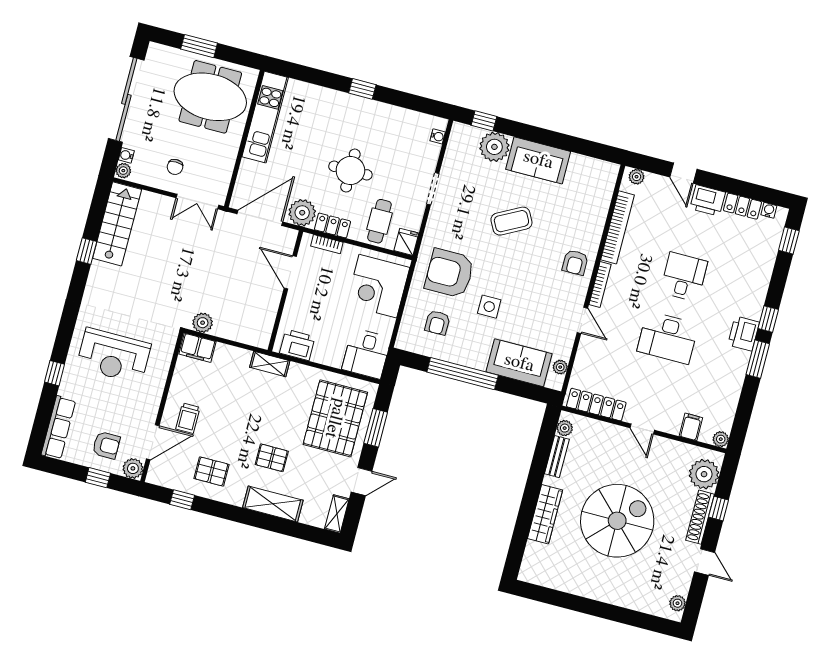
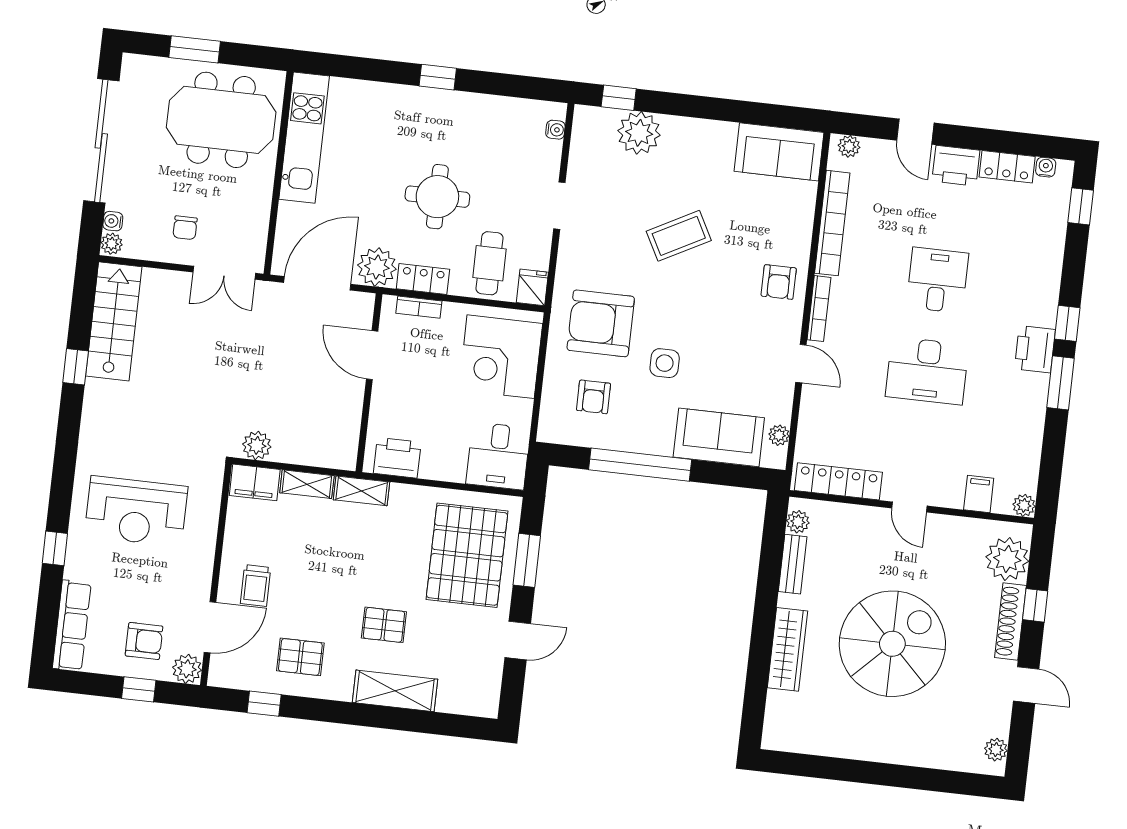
sofa: (538, 160) -> (779, 152), moved
shelving: (337, 514) -> (307, 484), moved, turned 90

